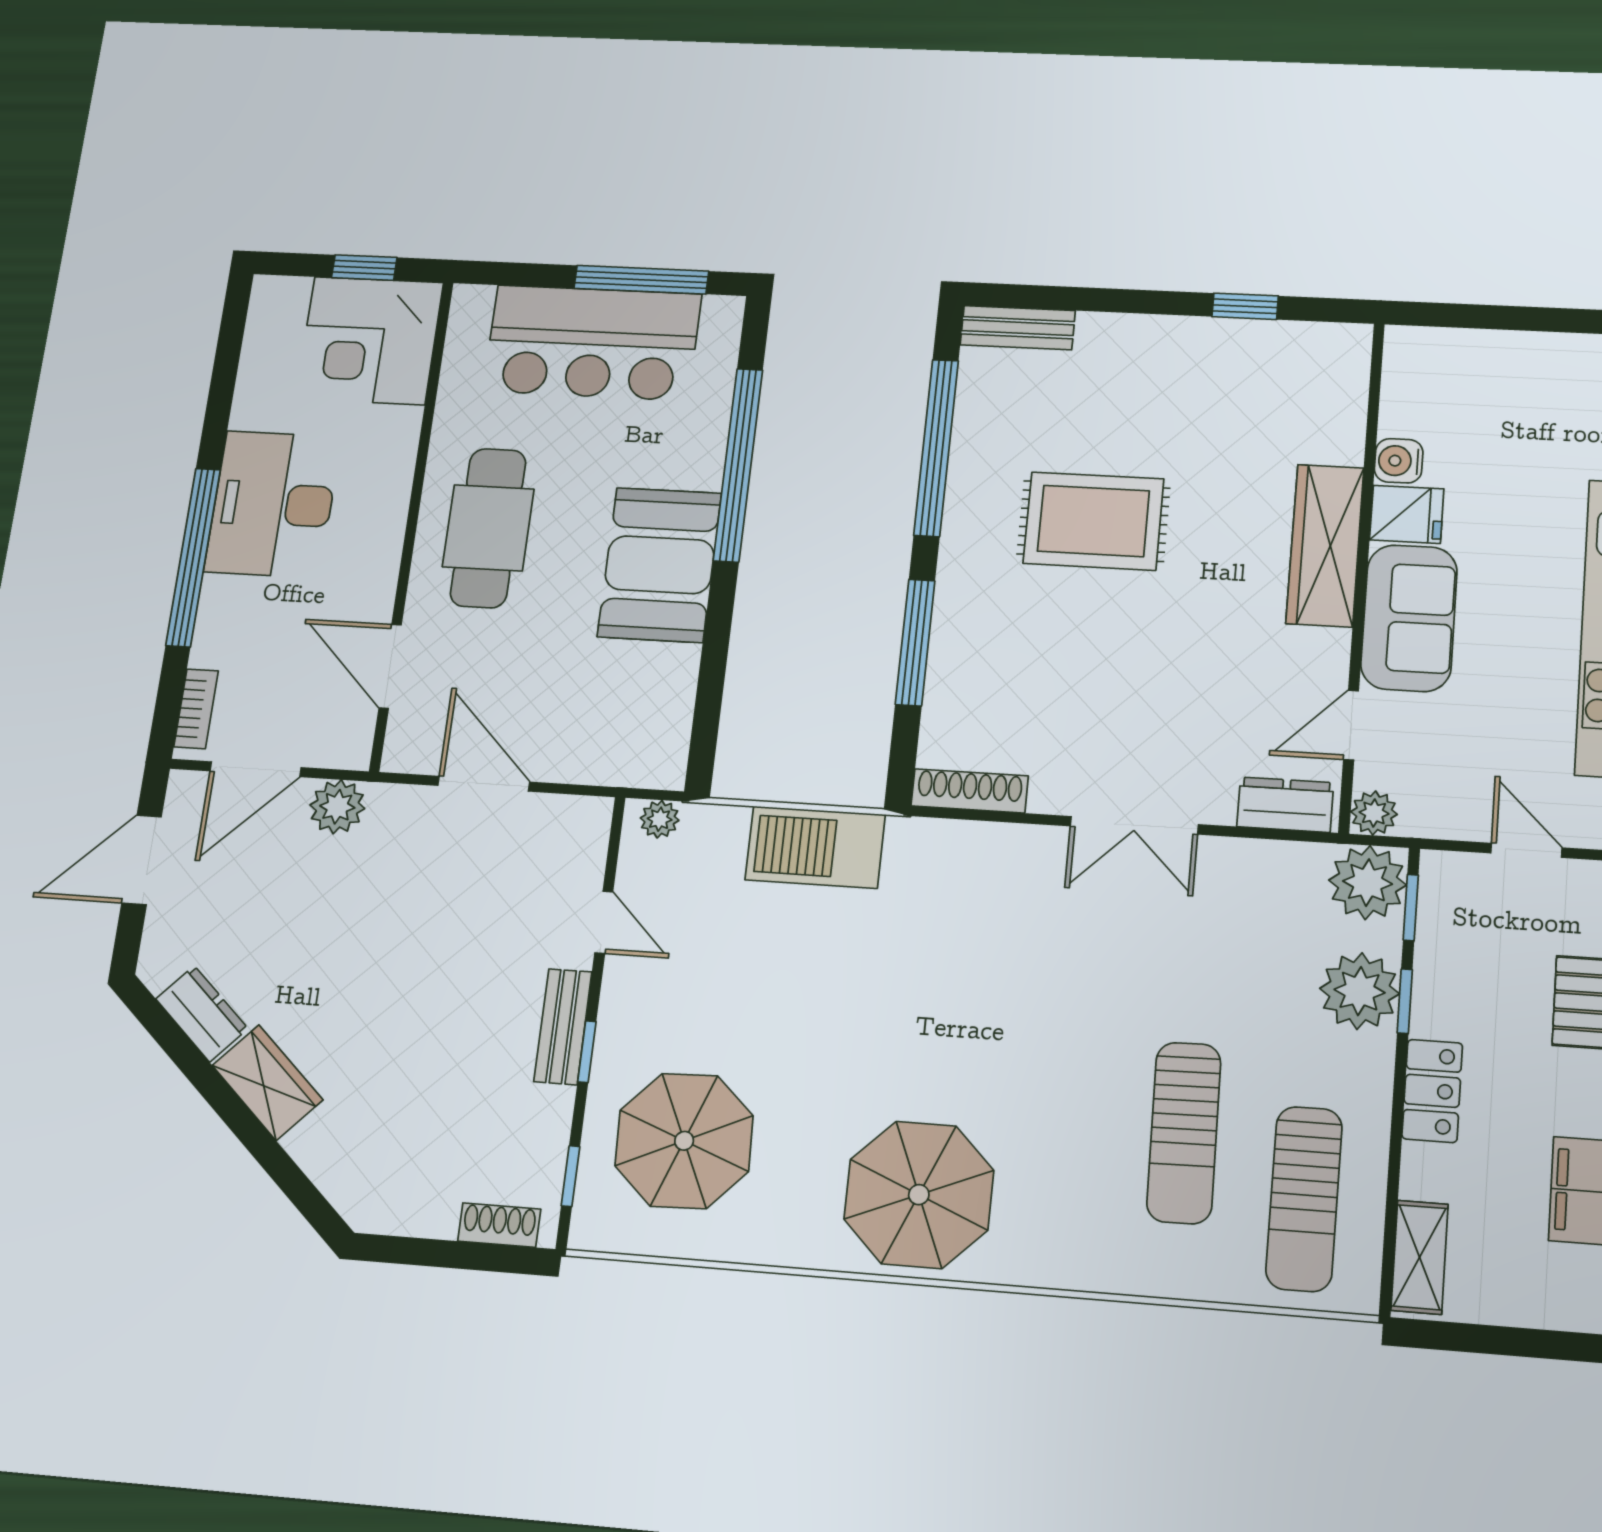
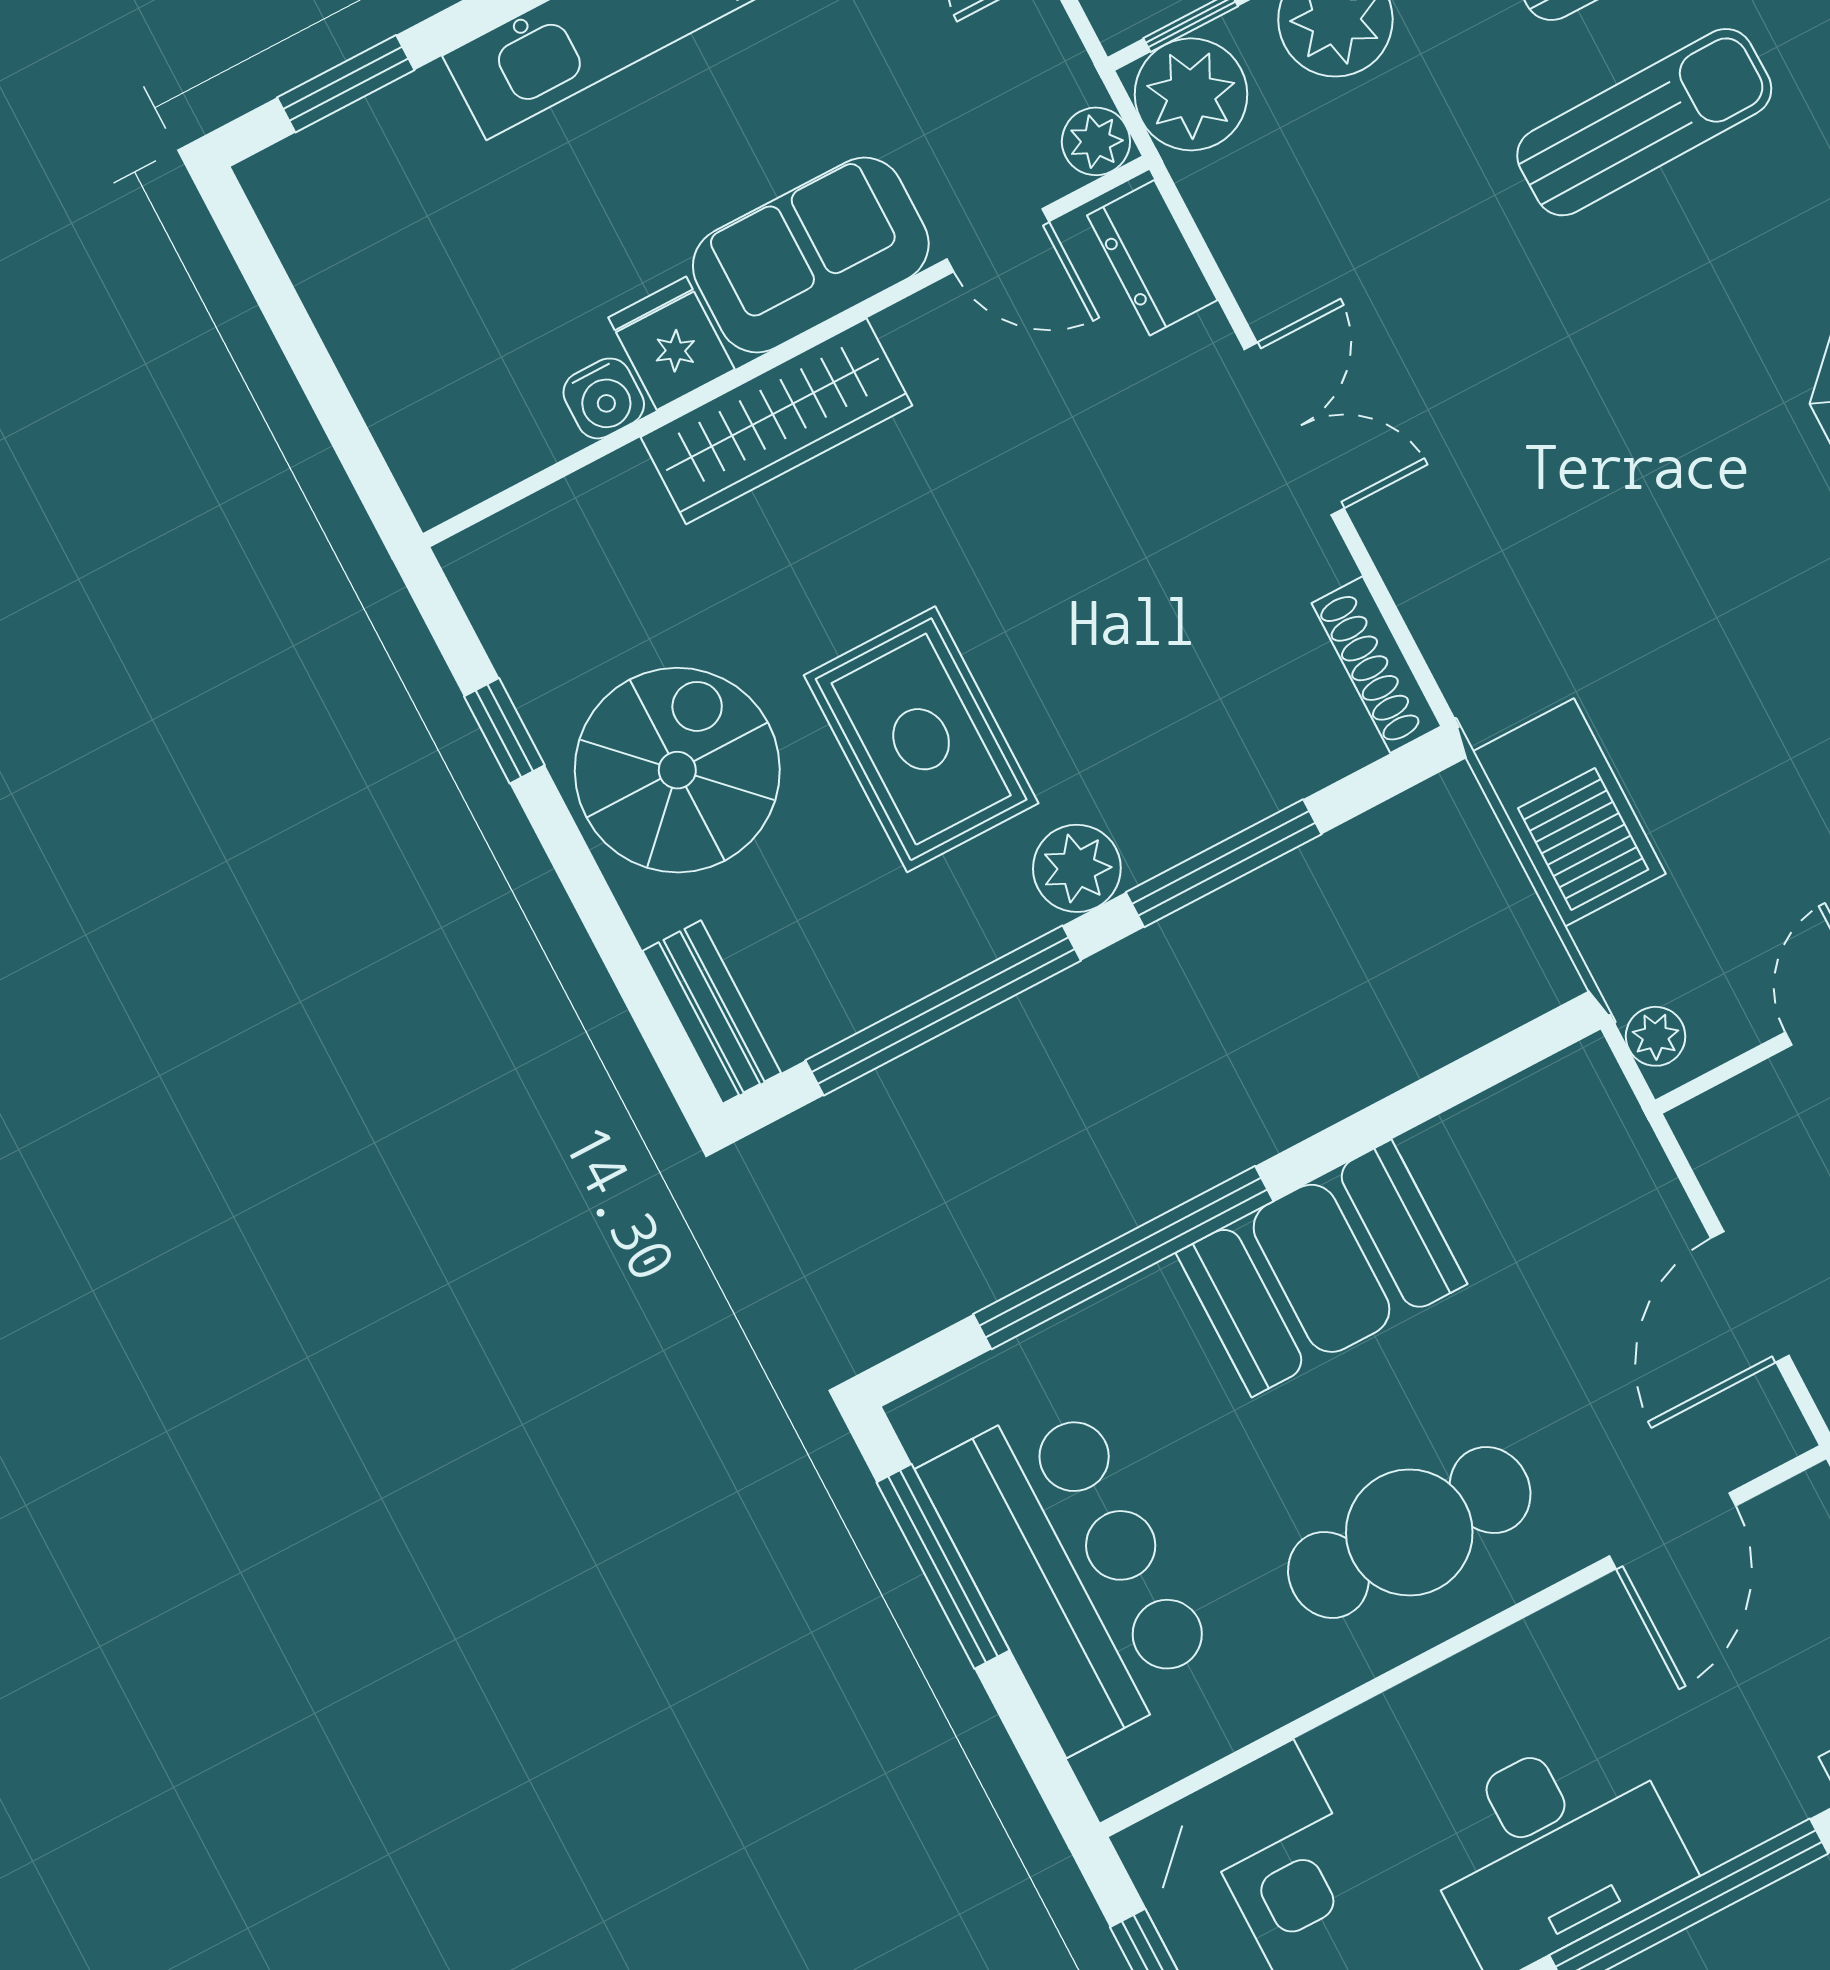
spiral stairs: (1163, 384) -> (677, 770), added
plant: (966, 563) -> (1077, 868), added

